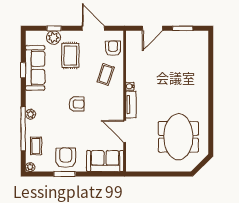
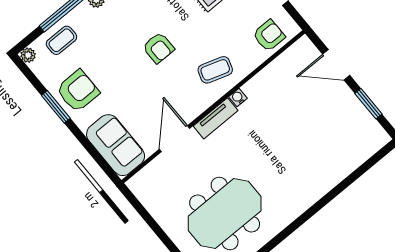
coffee table: (106, 74) -> (215, 70), moved

